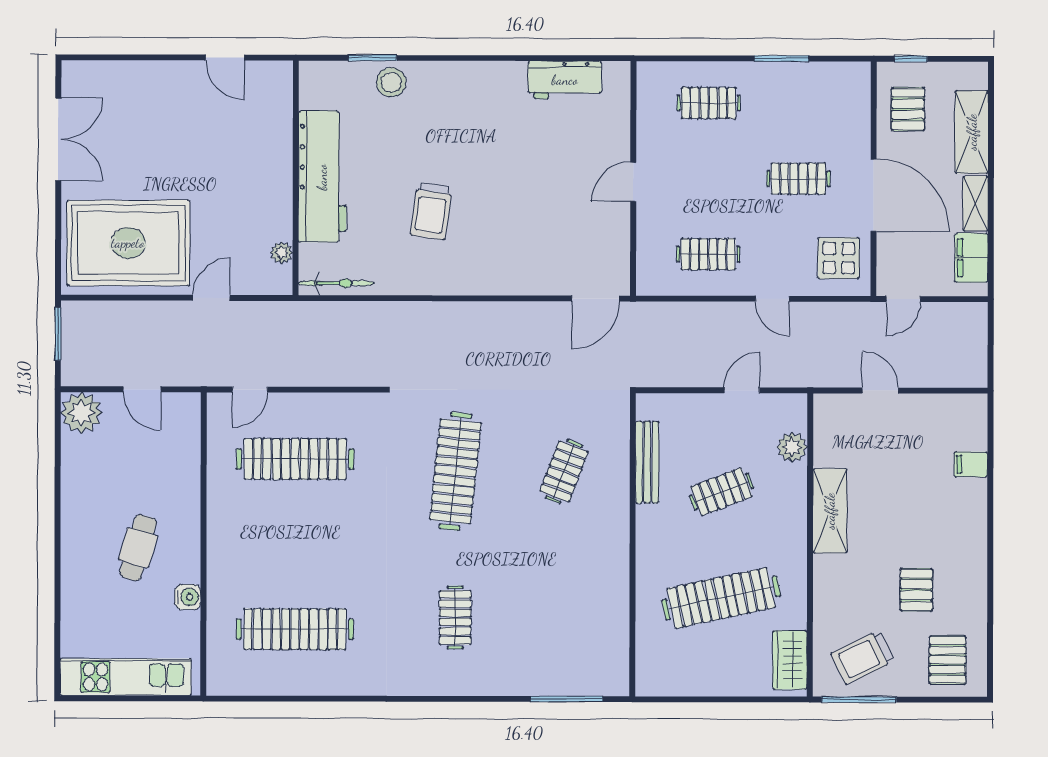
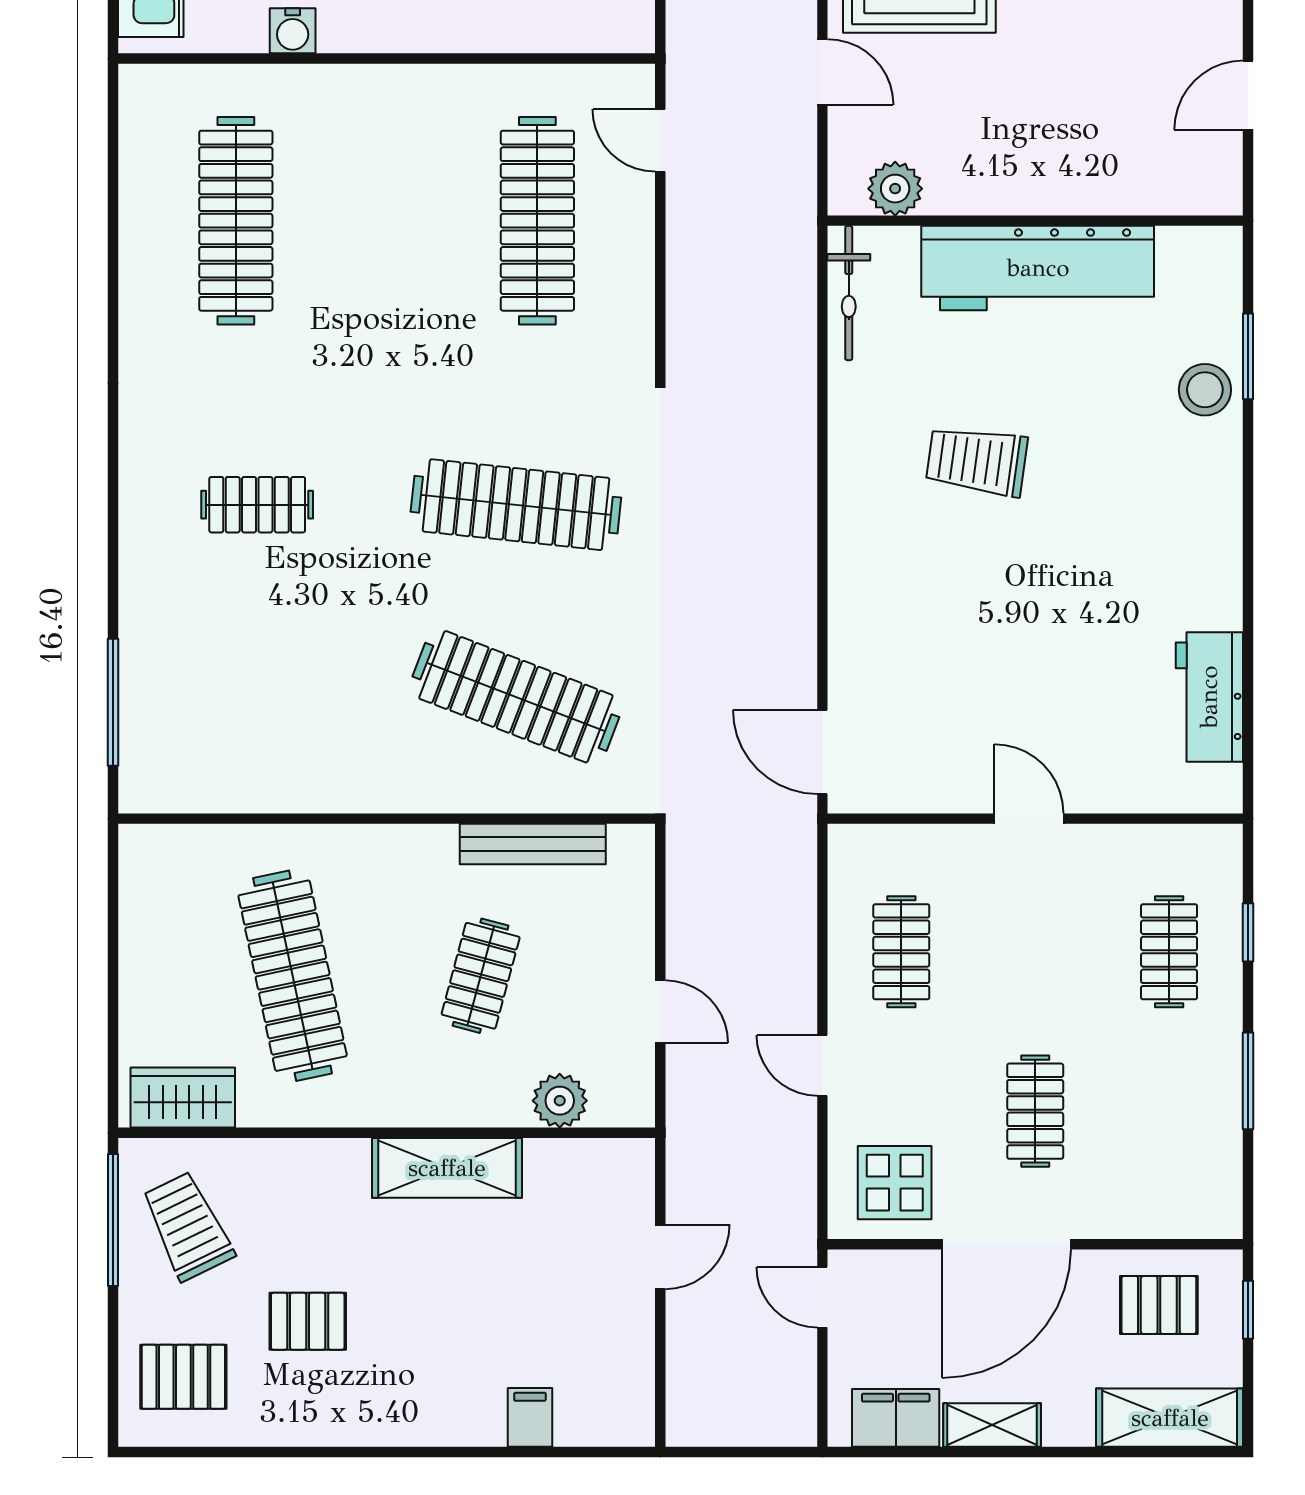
window: (698, 58) -> (1248, 932), added
shelving: (972, 132) -> (1170, 1418), moved
plant: (282, 253) -> (895, 189), width x1.38, depth x1.38
door: (772, 299) -> (822, 1066), hinge flipped
clothes rail: (564, 471) -> (516, 697), width x1.86, depth x1.31
clothes rail: (721, 492) -> (481, 976), turned 36

